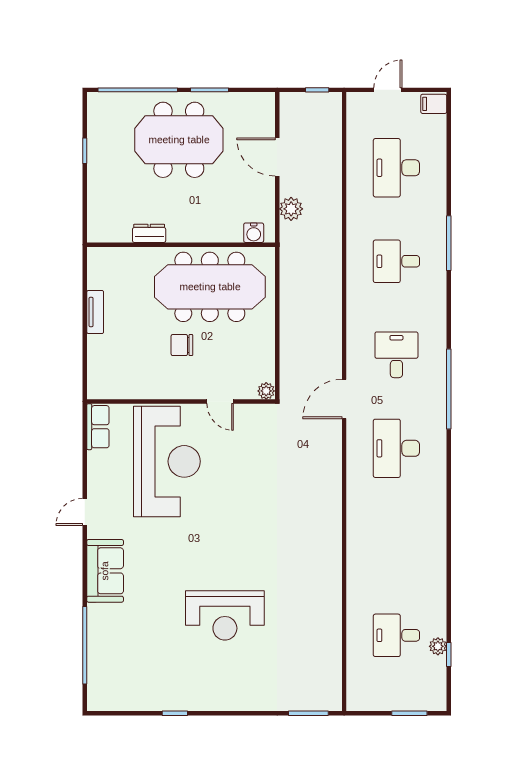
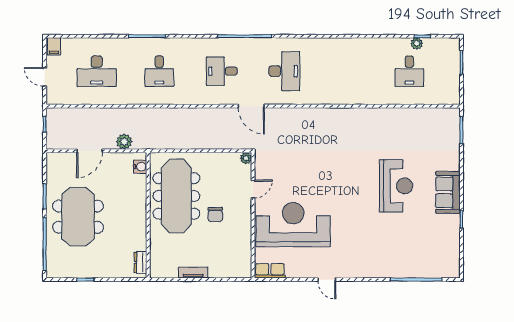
dresser: (149, 233) -> (141, 262), moved
desk: (396, 448) -> (284, 71), turned -90
sofa: (105, 571) -> (448, 192), moved, turned -90

